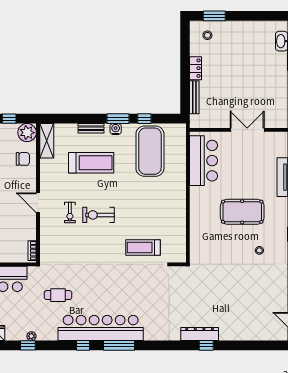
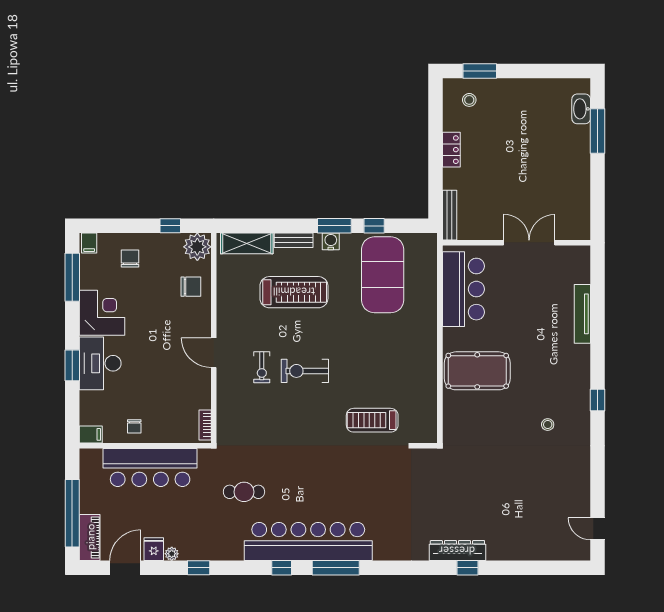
bench: (194, 97) -> (450, 215), moved
shelving: (47, 141) -> (247, 243), moved, turned 90
pool table: (242, 212) -> (477, 371), moved
plant: (31, 336) -> (172, 554), moved

